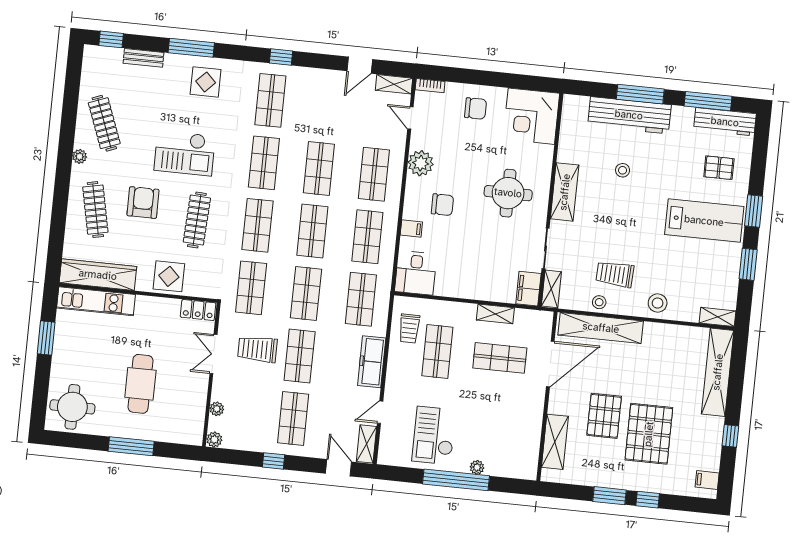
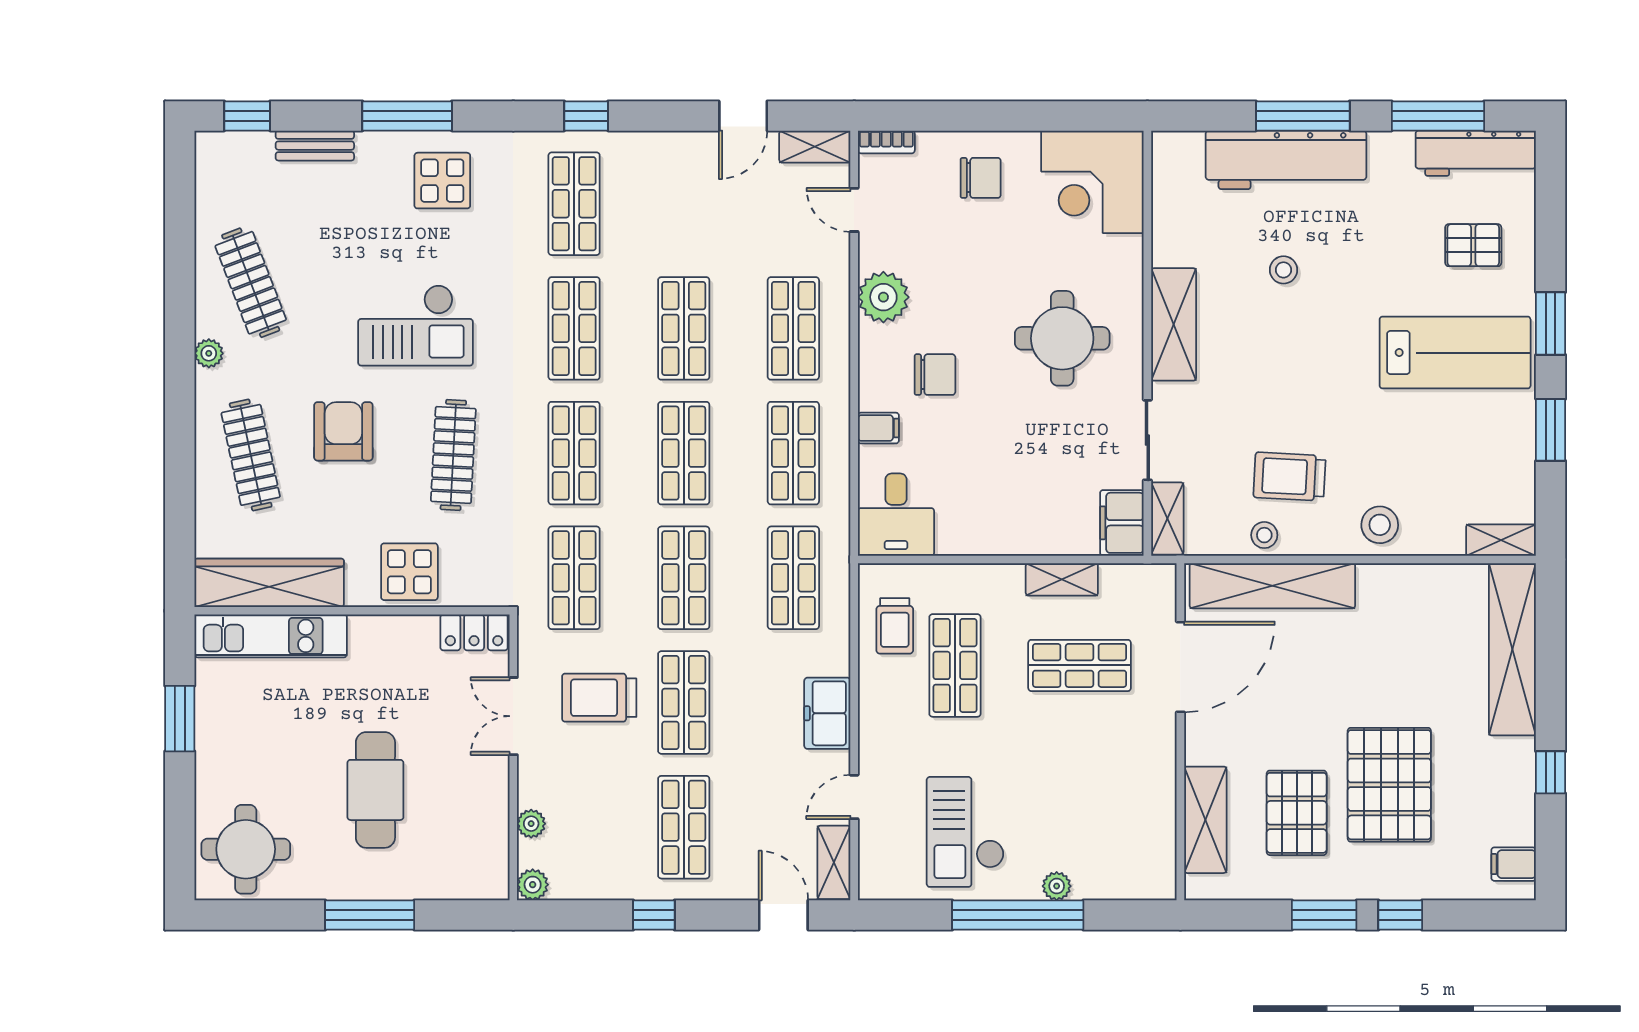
freezer: (372, 362) -> (827, 713), width x0.71
pallet: (604, 416) -> (1297, 813), moved

